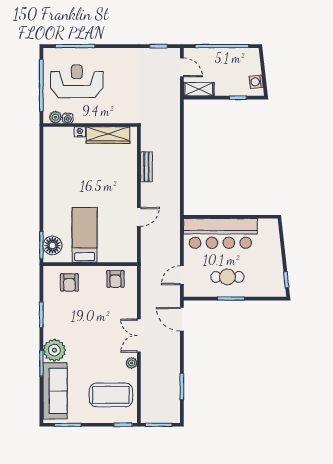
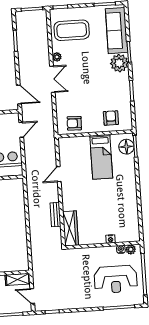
wardrobe: (108, 135) -> (70, 228), moved, turned 90
armchair: (115, 279) -> (74, 123), turned -88

